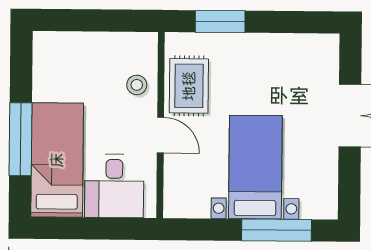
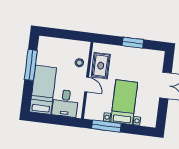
window: (220, 22) -> (133, 43), moved
window: (21, 139) -> (31, 65), moved
window: (276, 230) -> (106, 126), moved

